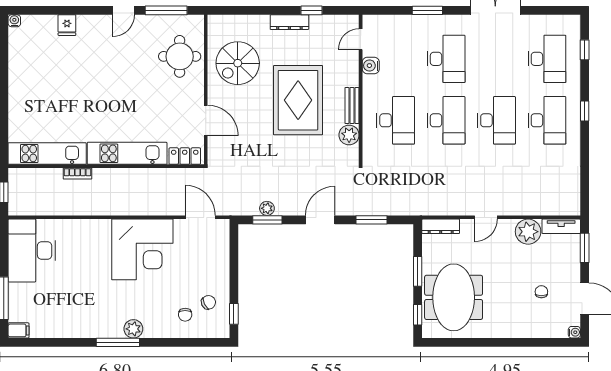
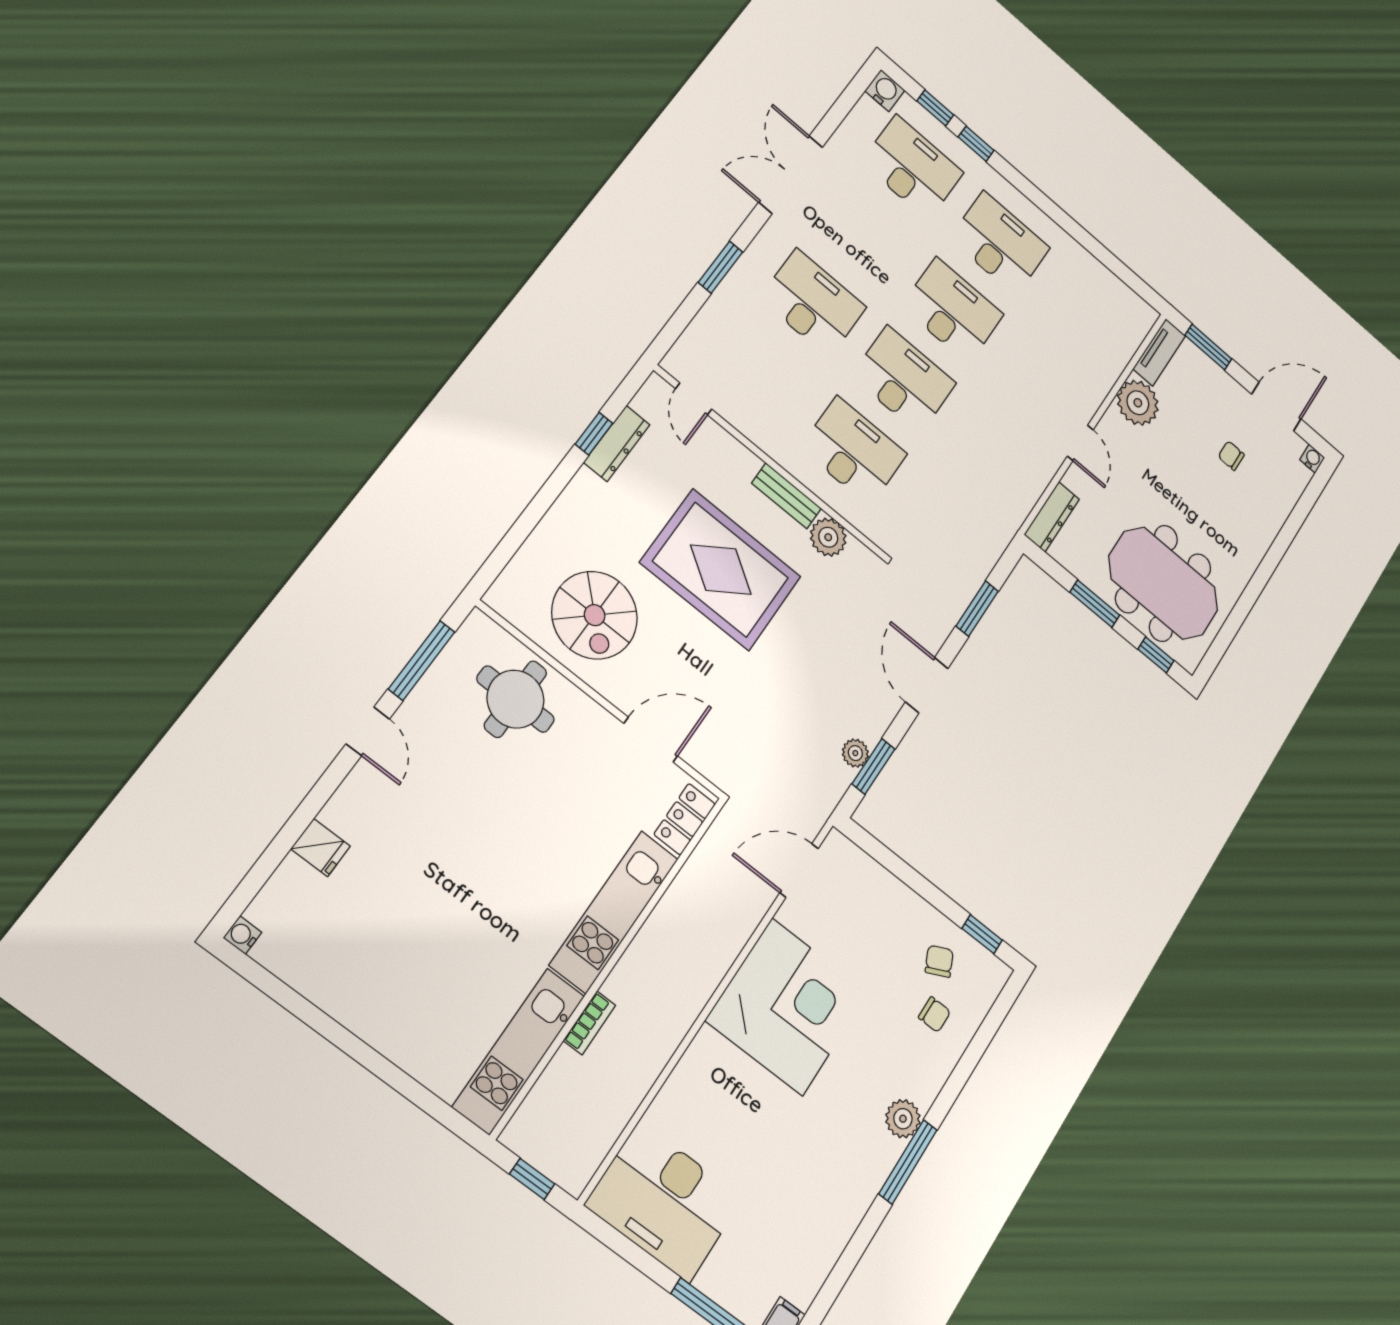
dresser: (289, 22) -> (617, 443), moved
water cooler: (371, 66) -> (885, 91), moved, turned 180
window: (585, 111) -> (976, 144), moved

